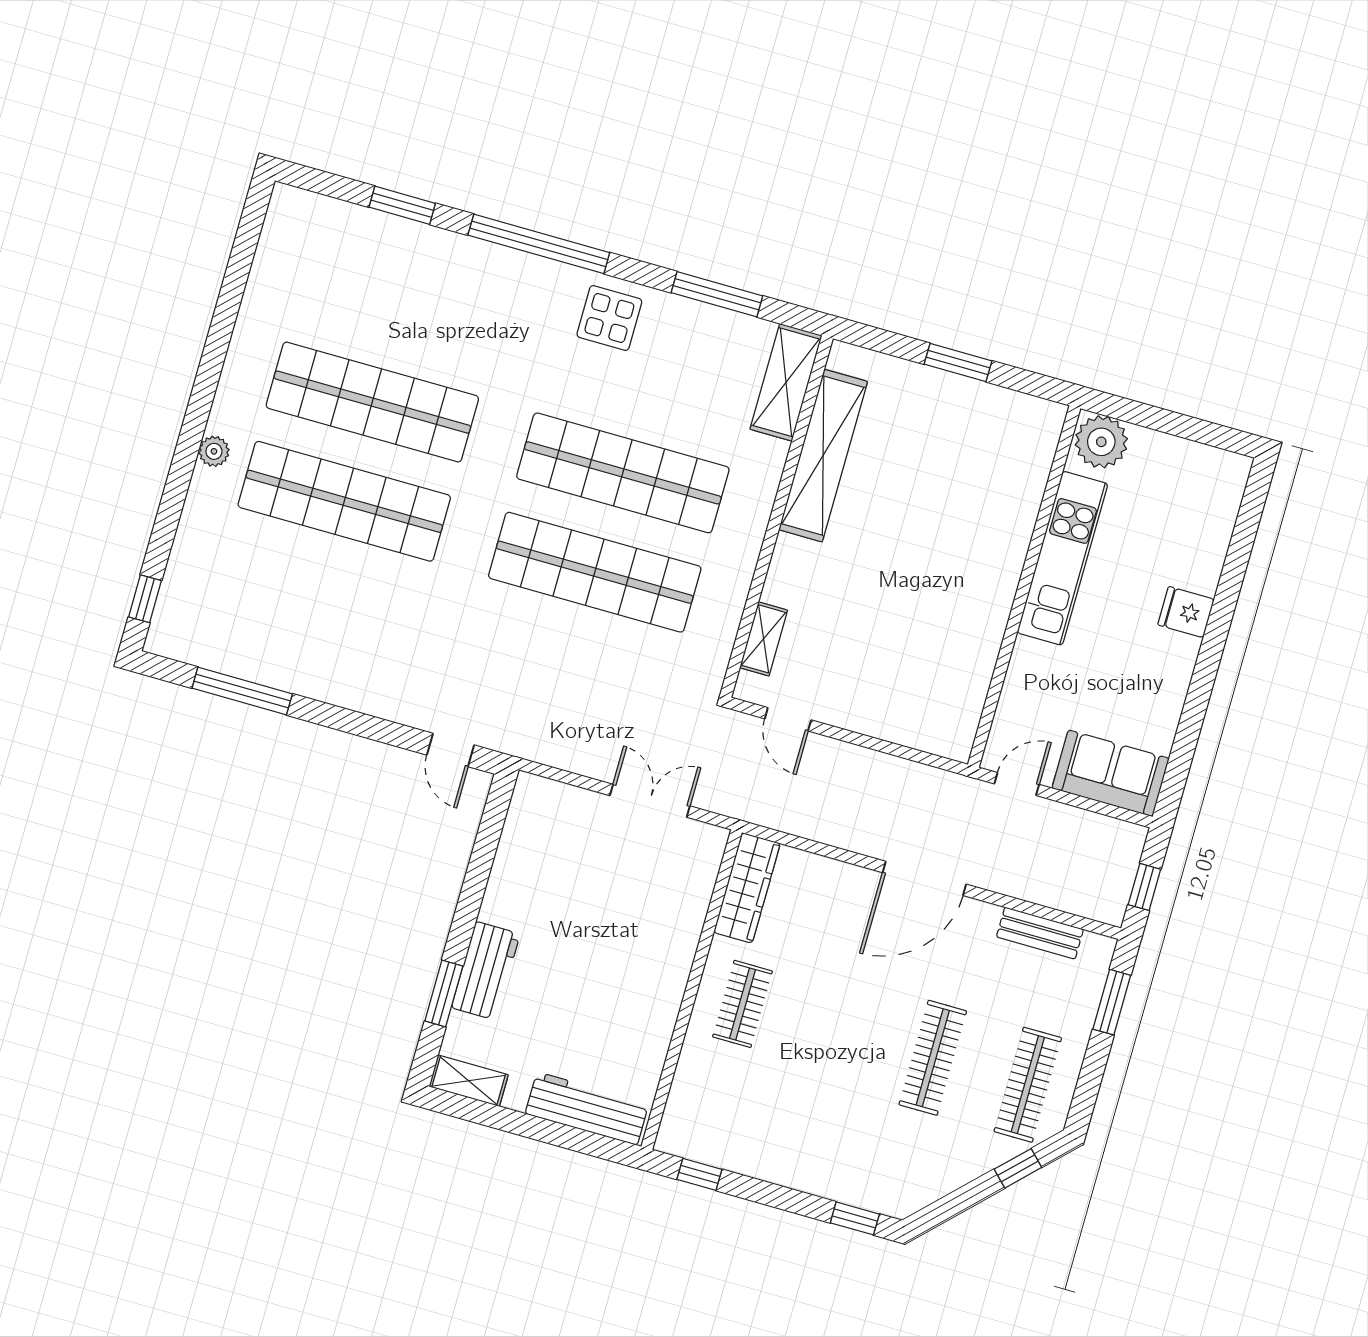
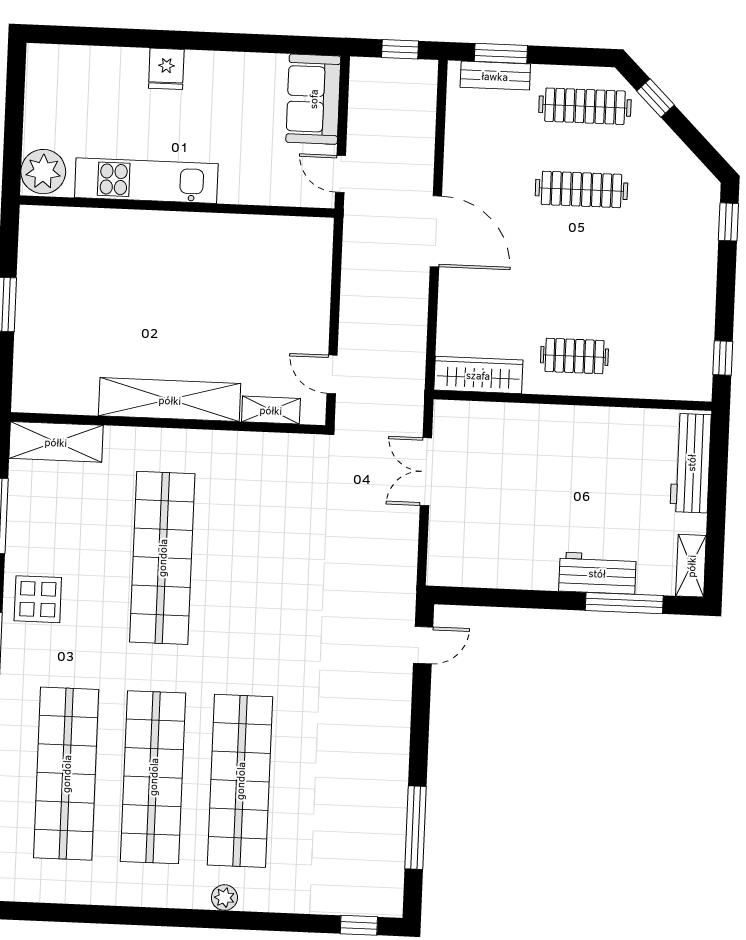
shelving: (823, 456) -> (170, 400), moved
shop shelf: (595, 572) -> (66, 774), moved
door: (788, 719) -> (332, 374), swing flipped
bench: (1040, 933) -> (495, 76), moved, turned 90
window: (444, 993) -> (624, 603), width x1.44

